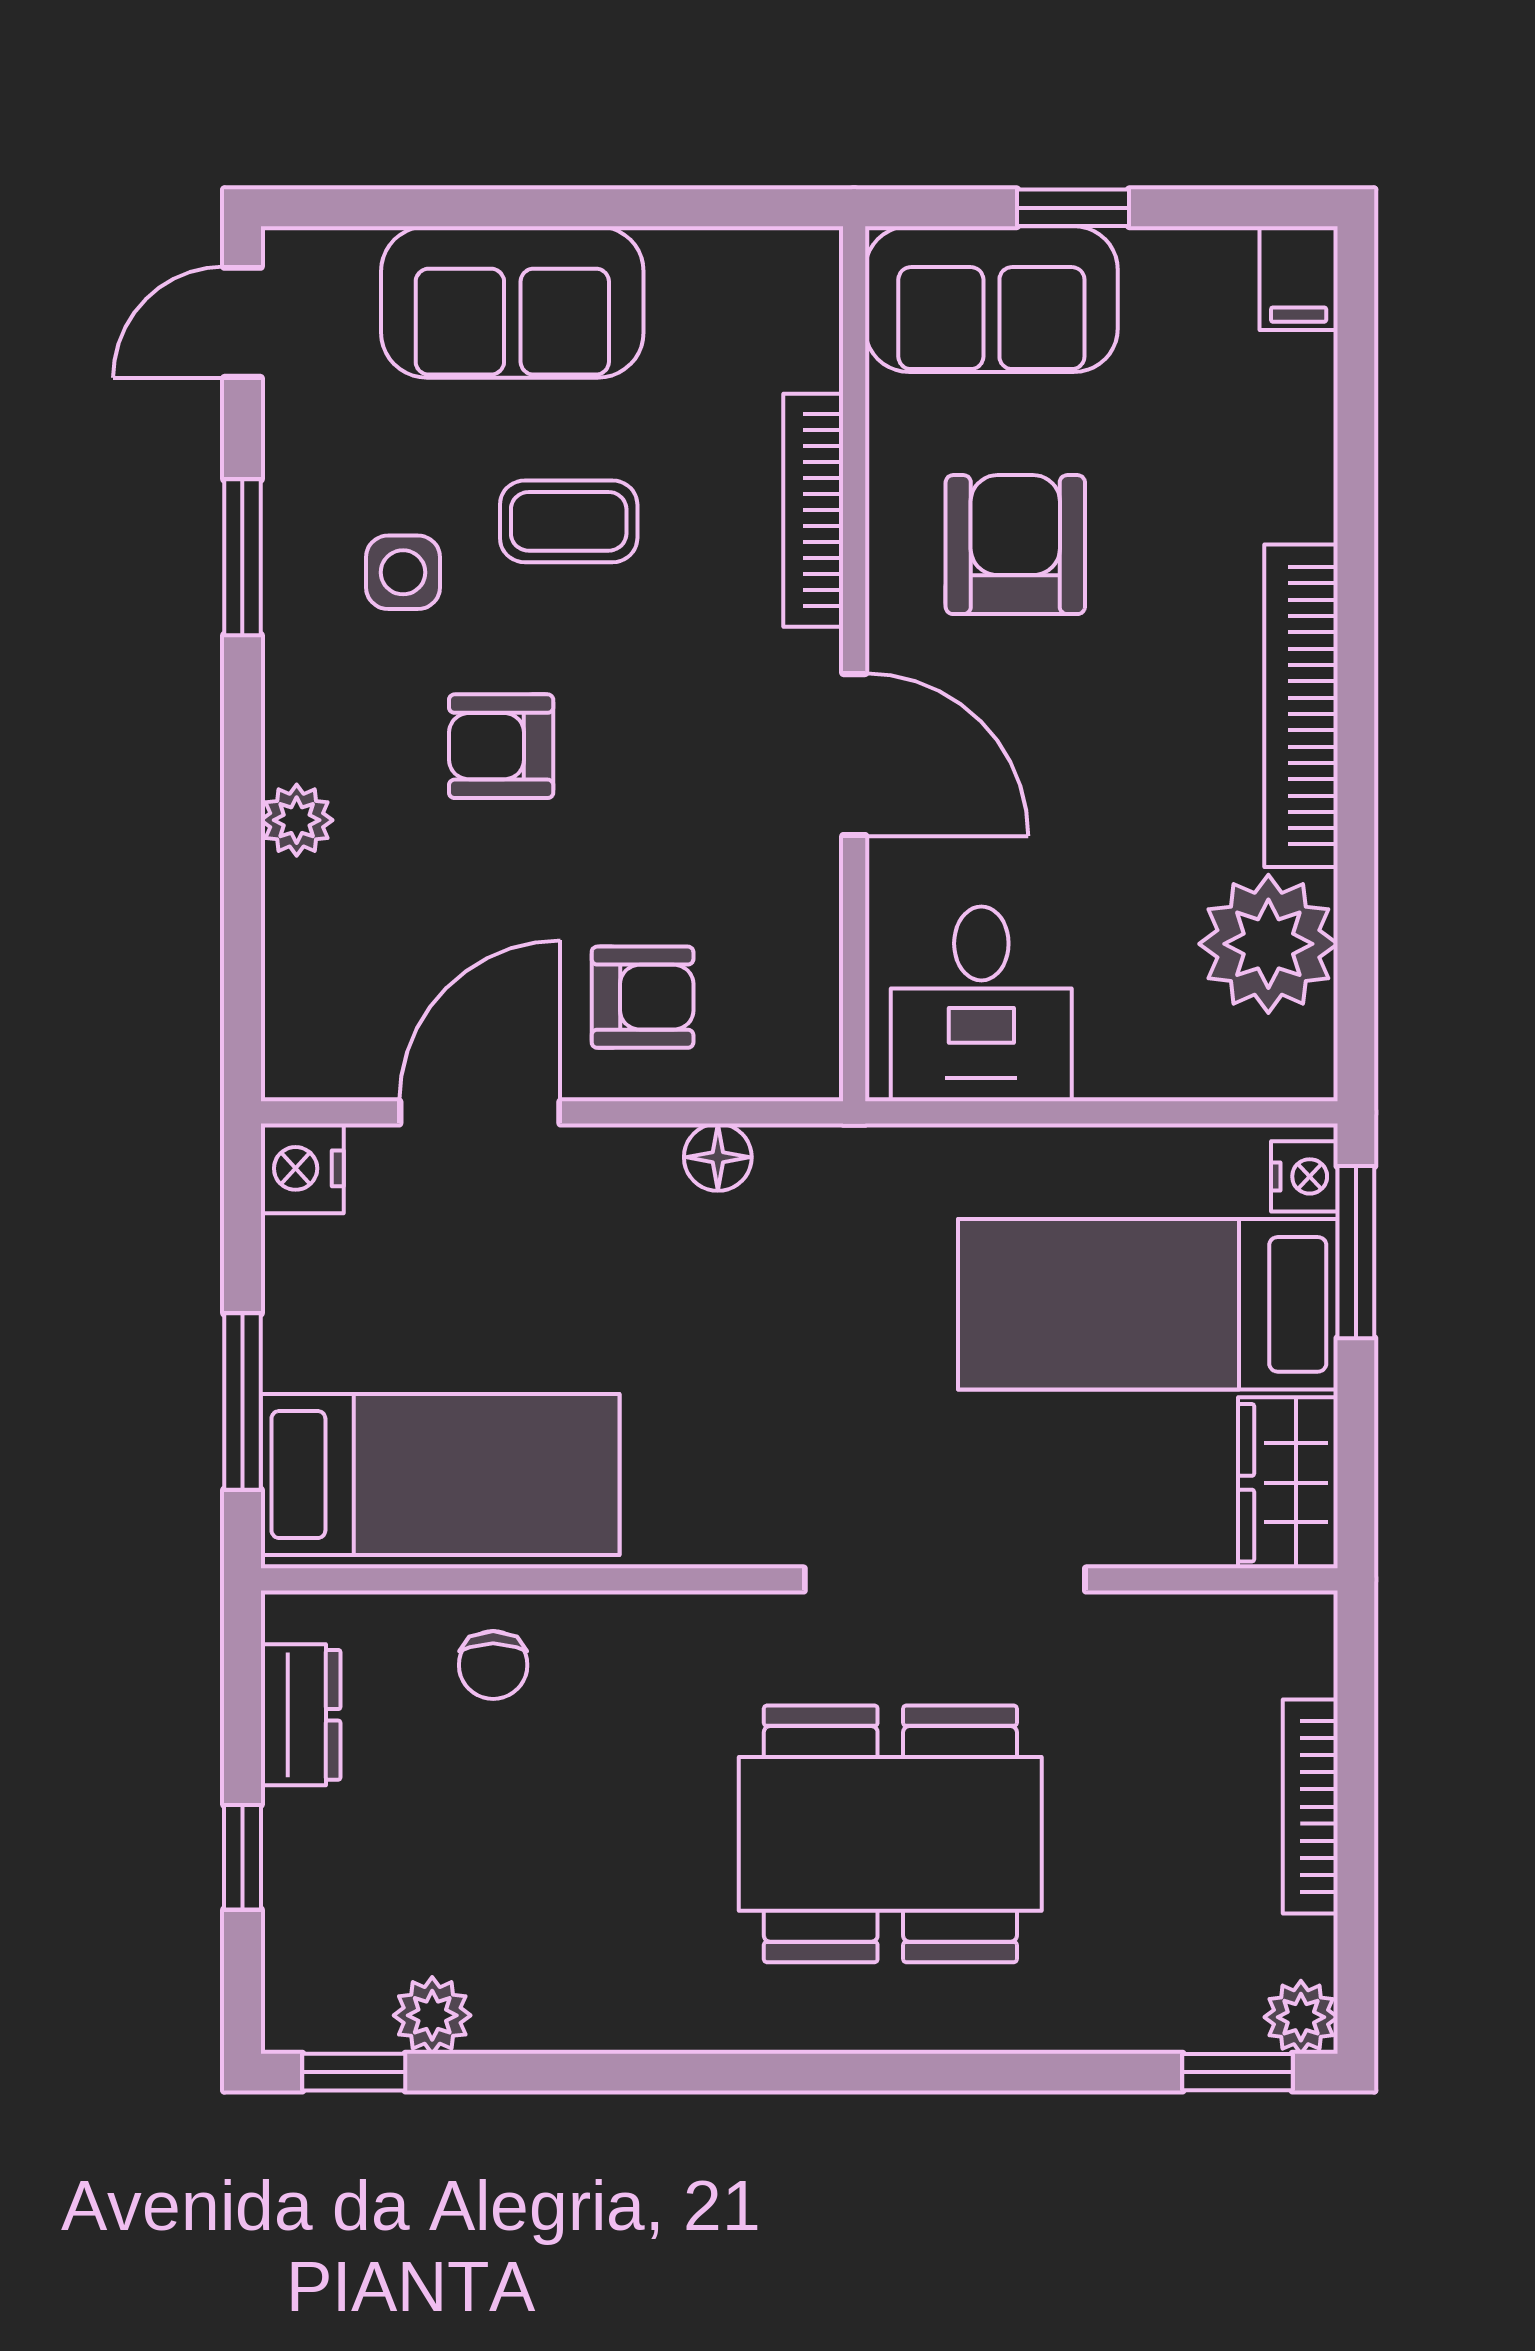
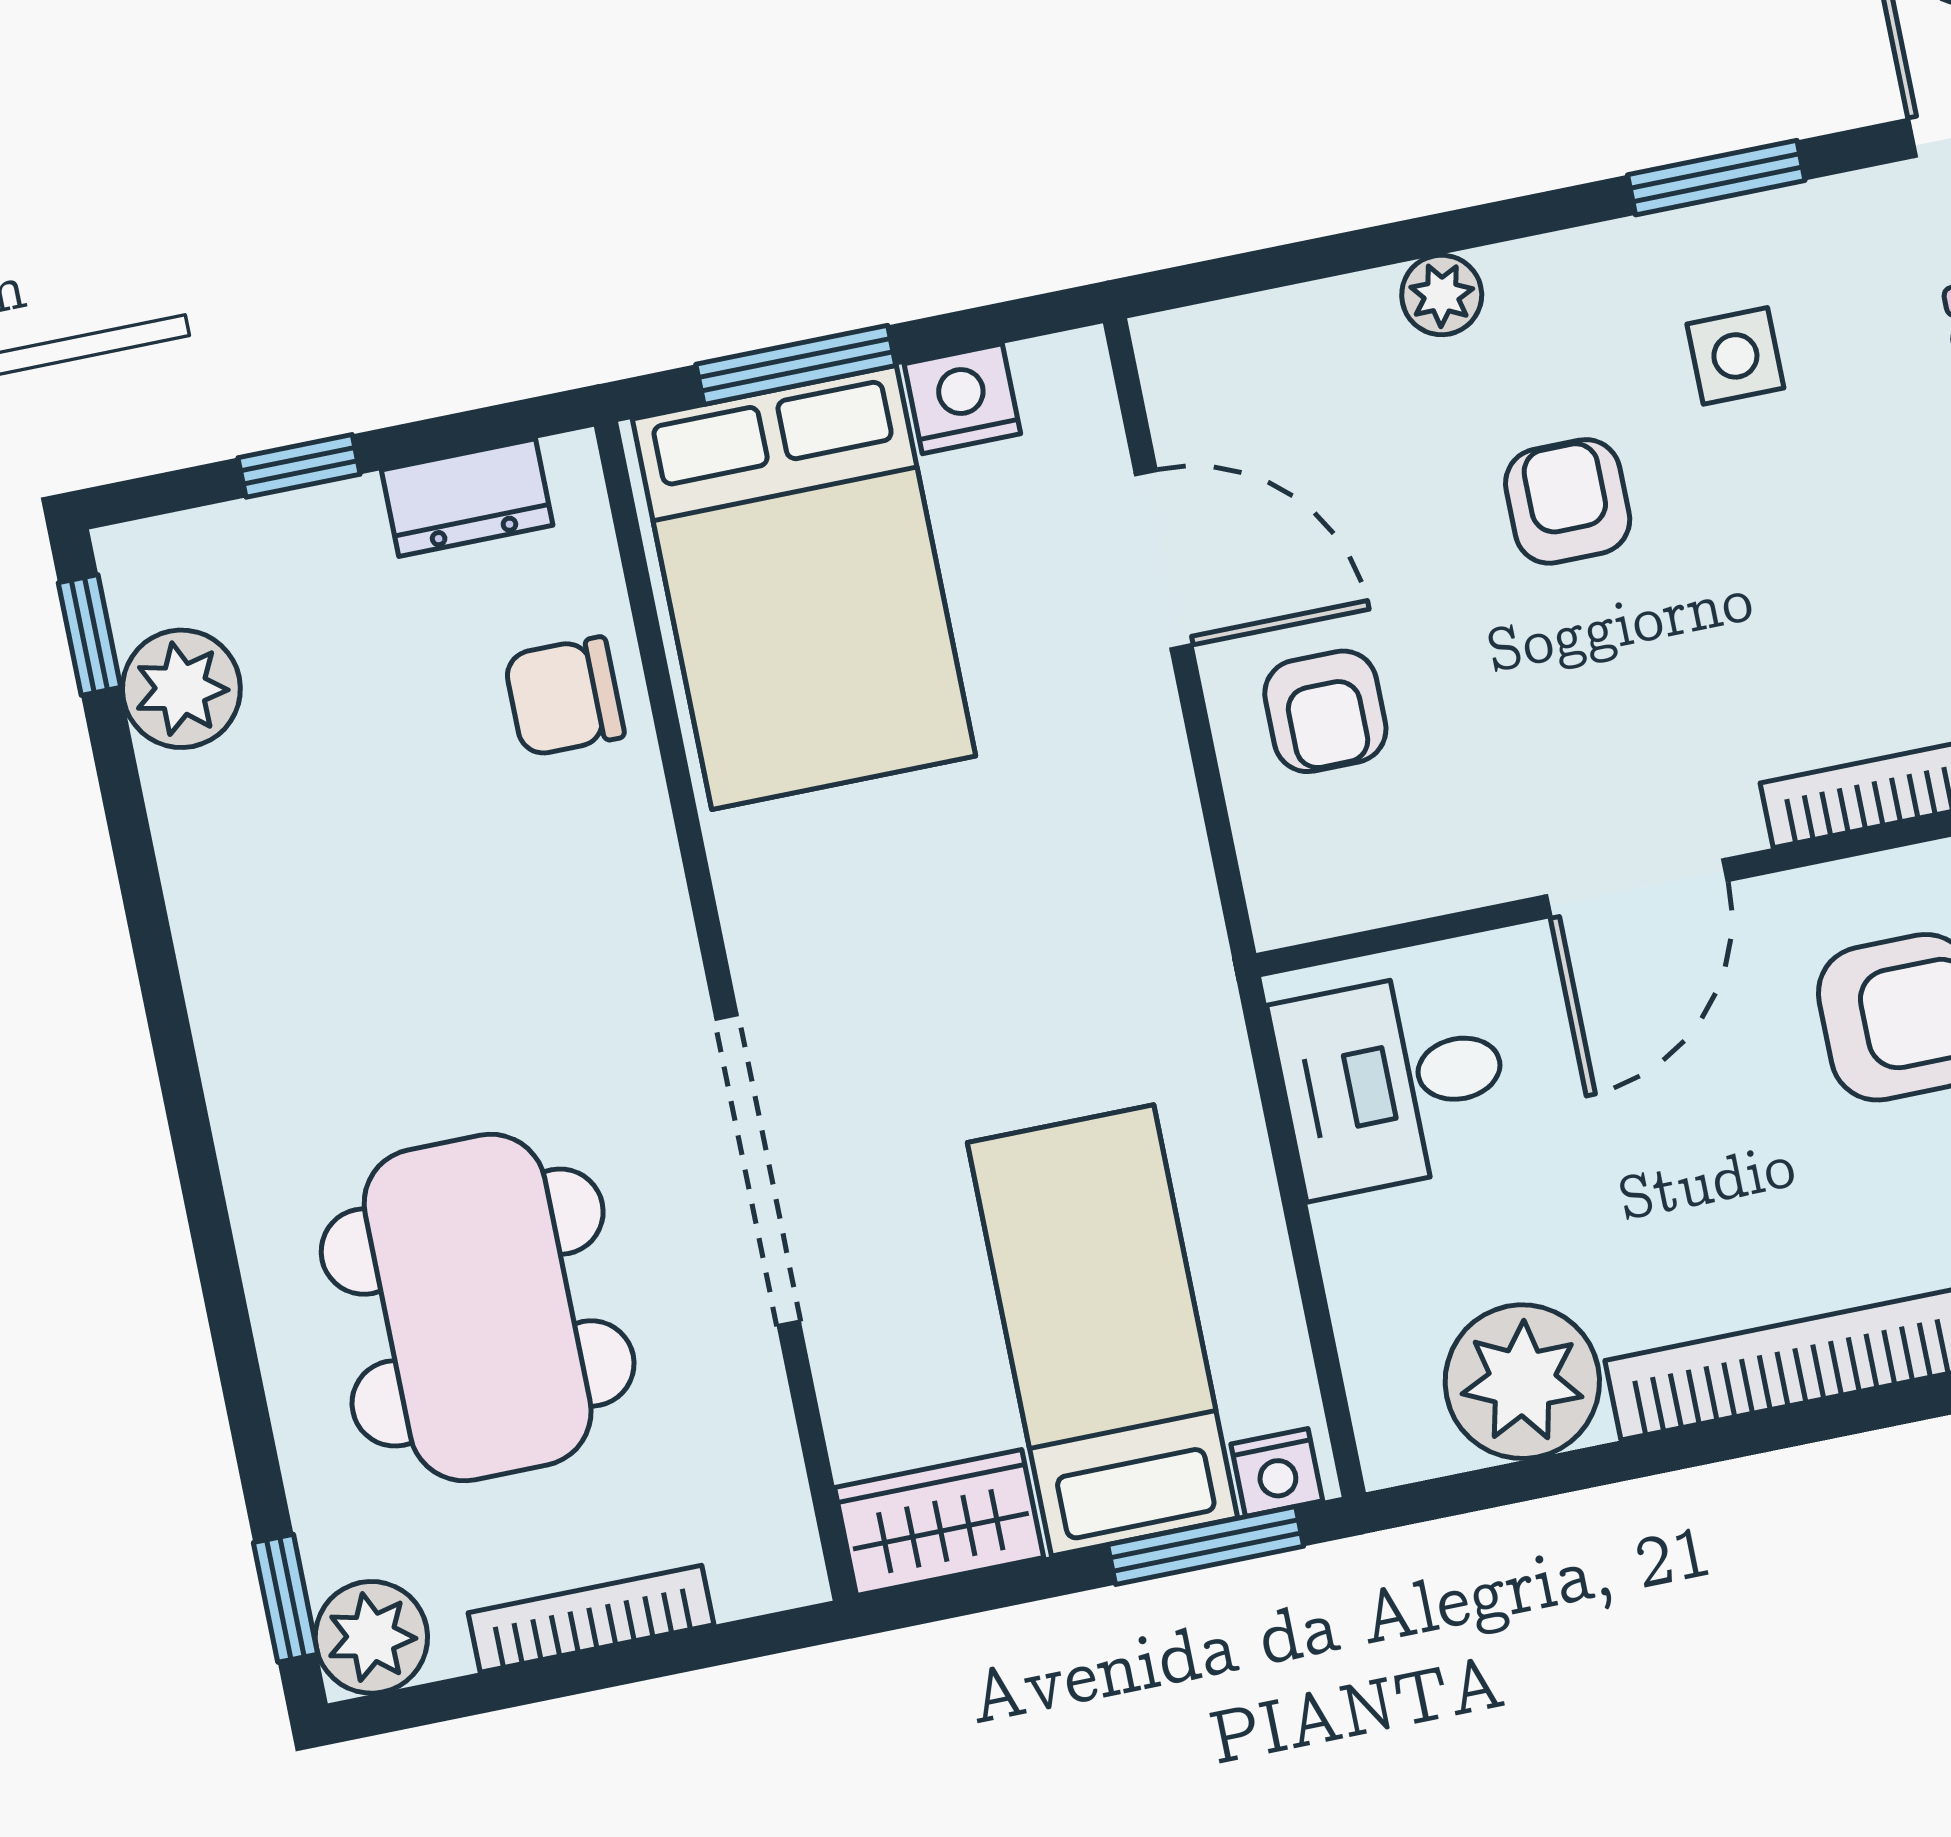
coffee table: (569, 521) -> (1828, 525), removed
floor lamp: (718, 1157) -> (1168, 829), removed
nightstand: (302, 1168) -> (962, 399), moved
bed: (440, 1475) -> (804, 587), width x1.50
chair: (493, 1665) -> (564, 697), width x1.37, depth x1.37
dining table: (890, 1834) -> (478, 1307), moved
plant: (432, 2015) -> (181, 689), width x1.38, depth x1.38
plant: (1301, 2017) -> (371, 1637), width x1.38, depth x1.38

